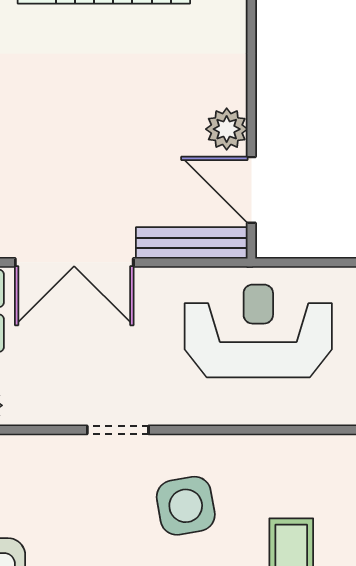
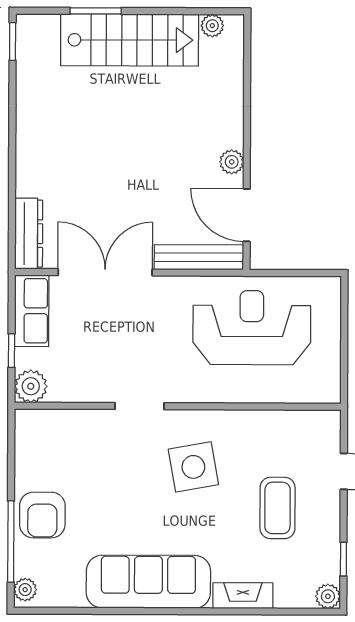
plant: (227, 129) -> (232, 162), width x0.73, depth x0.73
double door: (74, 262) -> (105, 272), swing flipped

